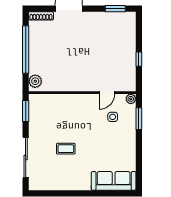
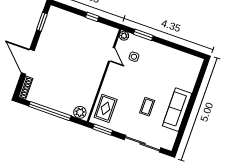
rug: (49, 106) -> (106, 108), added
sofa: (114, 181) -> (177, 110), moved

